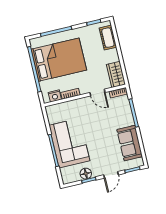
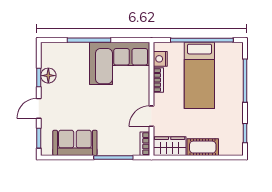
cot: (108, 38) -> (203, 147), moved
bed: (59, 60) -> (199, 75), width x0.67
corner sofa: (69, 143) -> (120, 63), moved
door: (111, 175) -> (39, 108), hinge flipped

